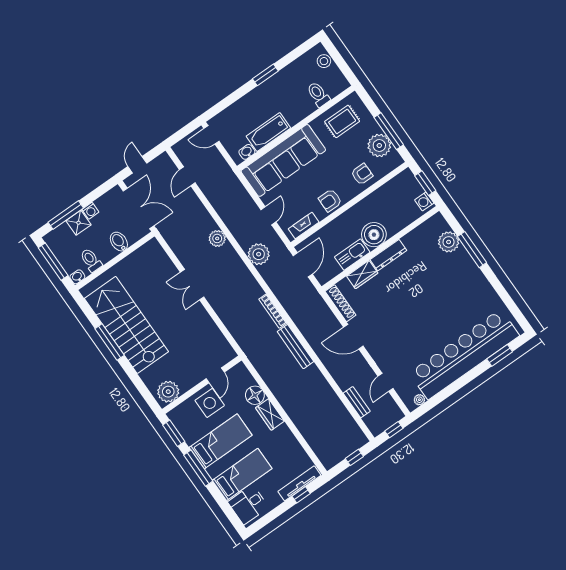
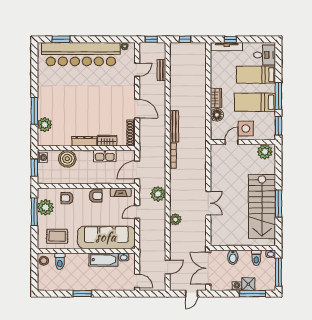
stool: (324, 61) -> (44, 261), moved
boiler: (374, 235) -> (67, 159), moved

